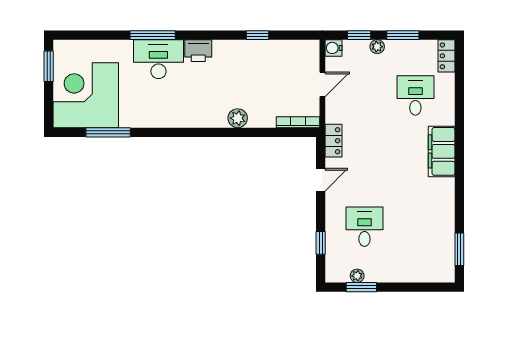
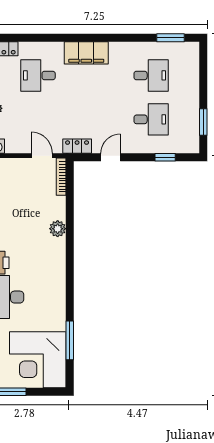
door: (322, 84) -> (42, 156), moved
door: (321, 180) -> (111, 157), hinge flipped
desk: (364, 227) -> (151, 119), turned 180
desk: (415, 227) -> (151, 75), added
plant: (357, 276) -> (193, 126), removed

